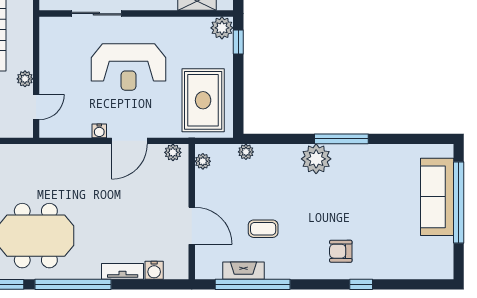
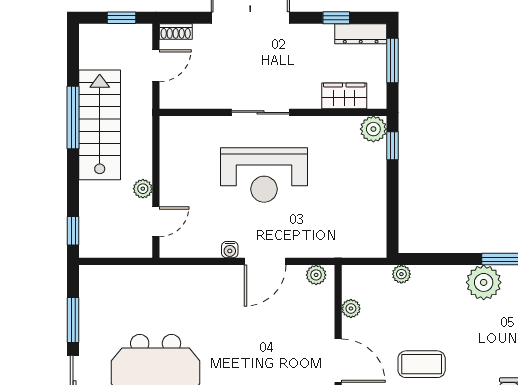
sliding door: (96, 14) -> (261, 112), moved
rug: (203, 100) -> (351, 214), removed
plant: (203, 161) -> (351, 308), moved
coffee table: (263, 229) -> (422, 364), width x1.36, depth x1.30

